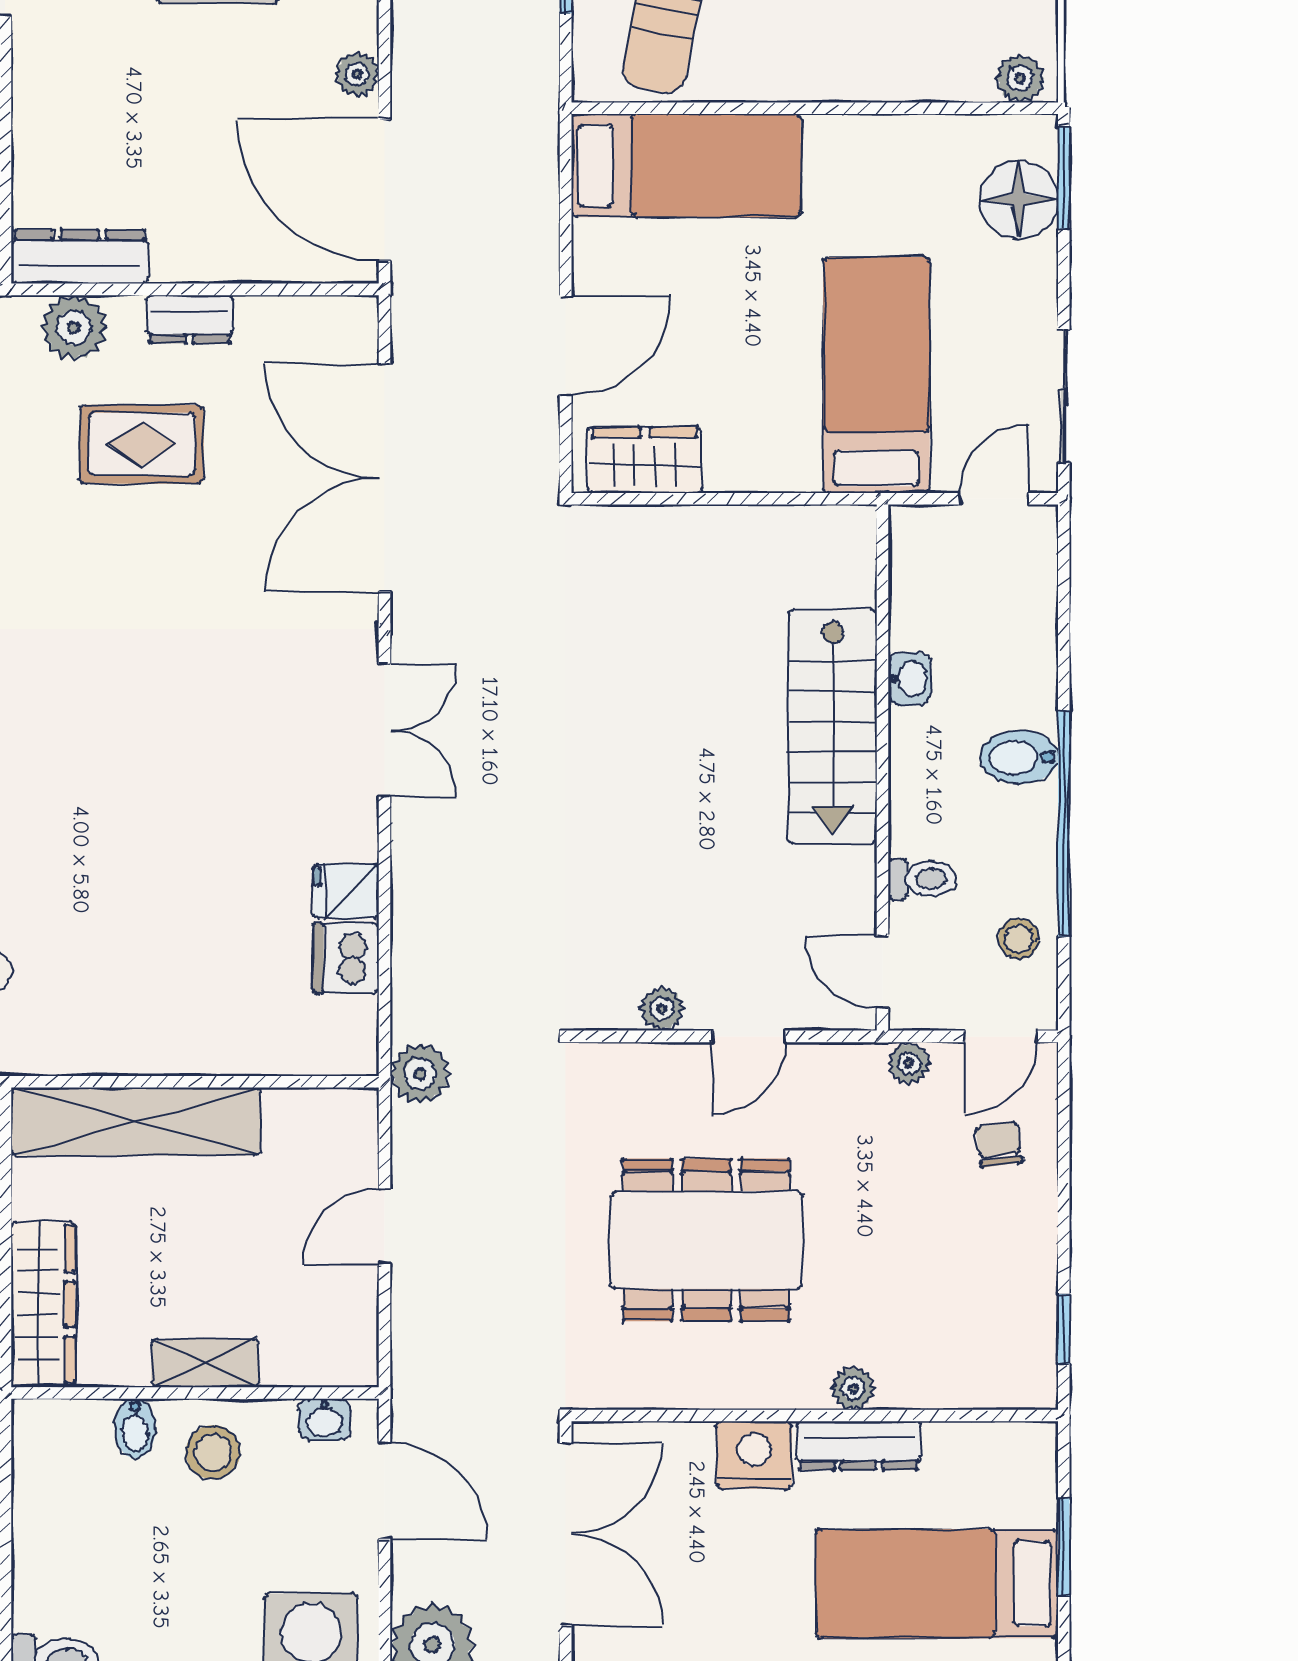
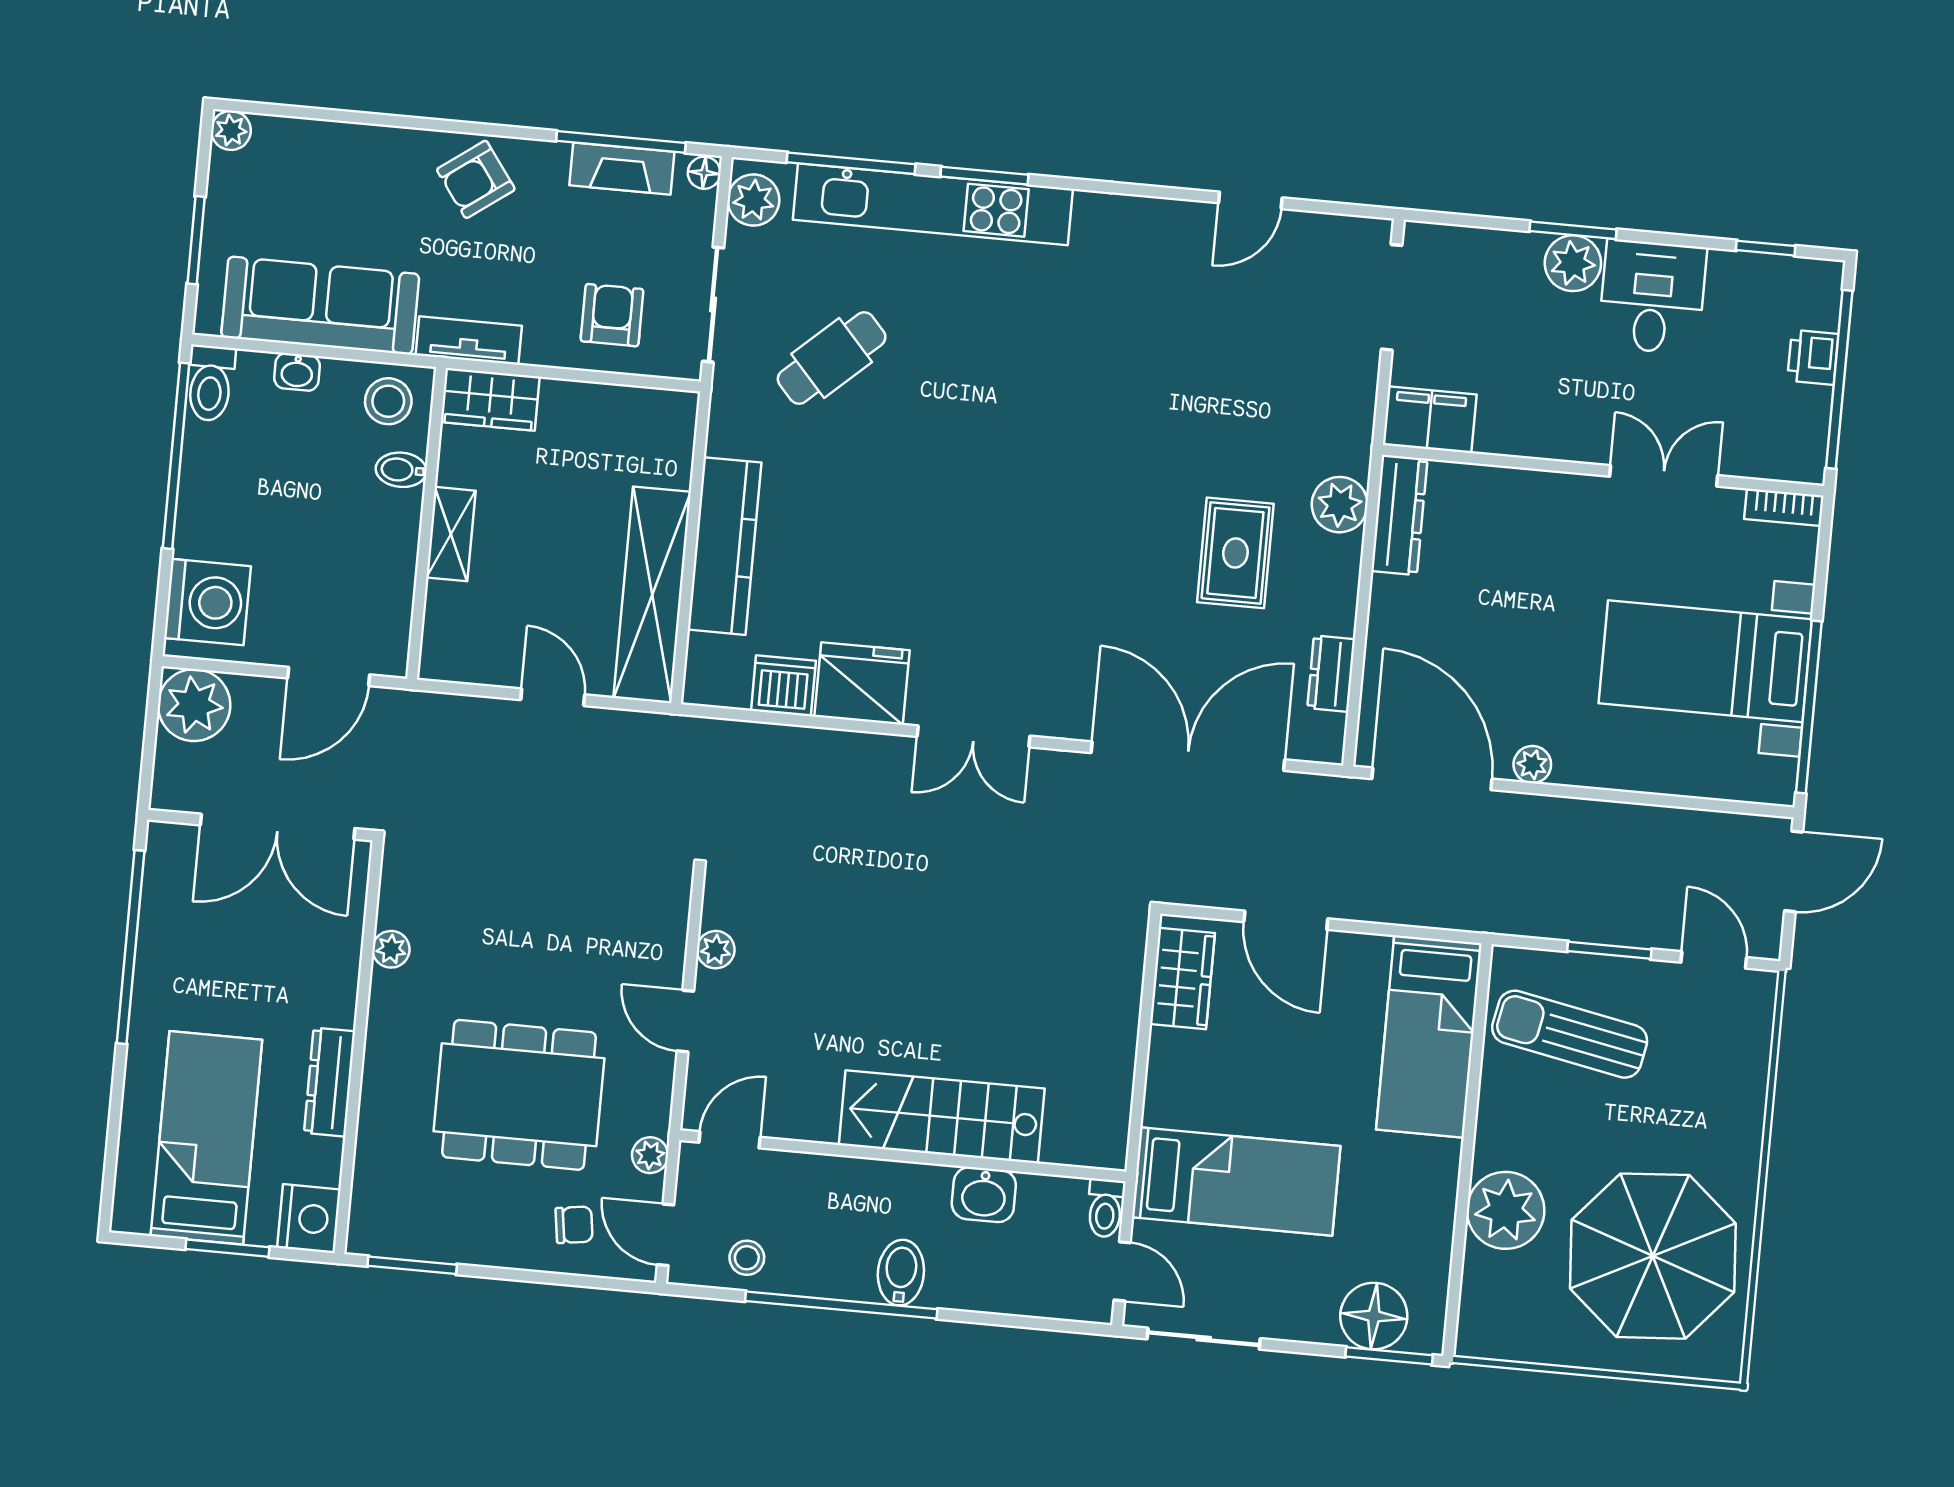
plant: (1020, 78) -> (1506, 1210), moved, width x1.88, depth x1.88
door: (385, 190) -> (1432, 779), hinge flipped
dresser: (190, 319) -> (1331, 674), moved
washbasin: (910, 679) -> (984, 1195), width x1.38, depth x1.45
toilet: (922, 879) -> (1106, 1208), moved
fridge: (346, 891) -> (862, 683), width x1.88, depth x1.34
kitchen counter: (189, 1042) -> (725, 546), added
plant: (420, 1074) -> (680, 739), removed
shelving: (136, 1121) -> (652, 595), moved
dining table: (706, 1240) -> (519, 1095), moved, turned 90
wardrobe: (43, 1304) -> (490, 399), width x0.67
window: (1064, 1329) -> (412, 1265), width x1.50
plant: (853, 1388) -> (391, 949), moved
washbasin: (324, 1420) -> (297, 372), moved, turned -90
stool: (213, 1452) -> (388, 401), moved
nightstand: (754, 1455) -> (309, 1219), moved

